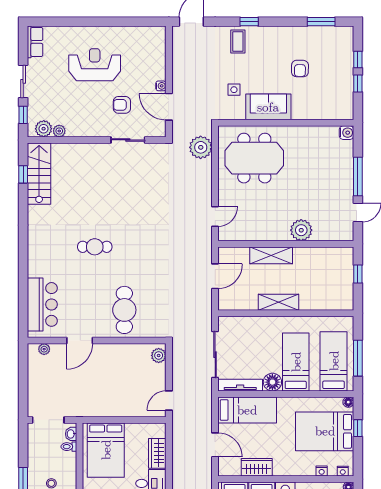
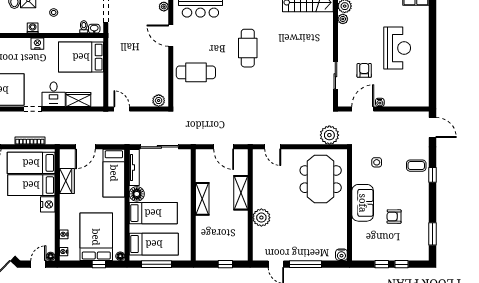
sofa: (268, 107) -> (363, 203), moved
cafe table: (95, 247) -> (248, 48), width x1.37, depth x1.35

